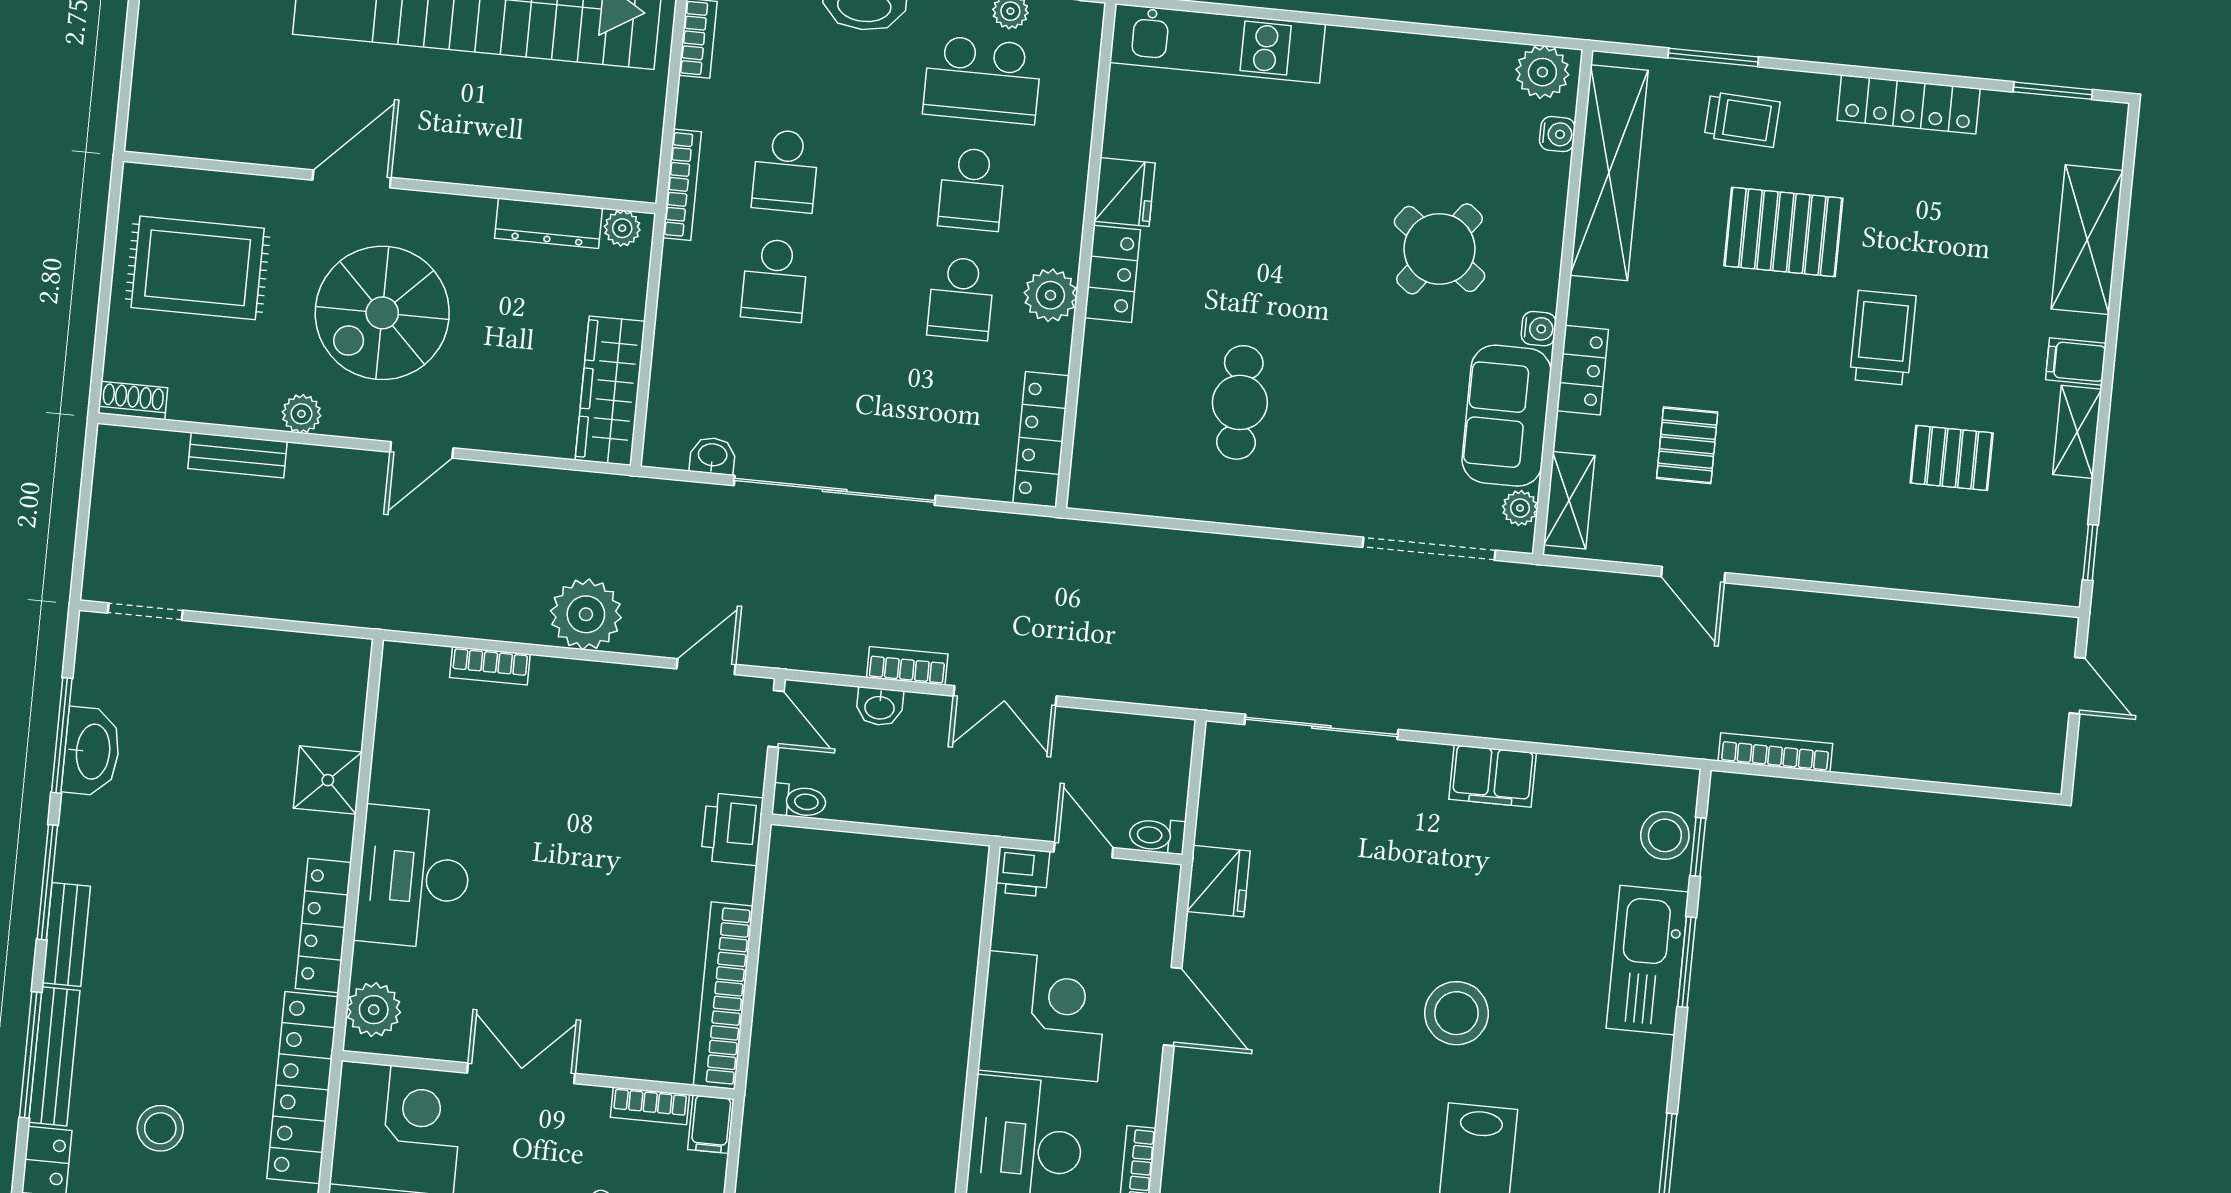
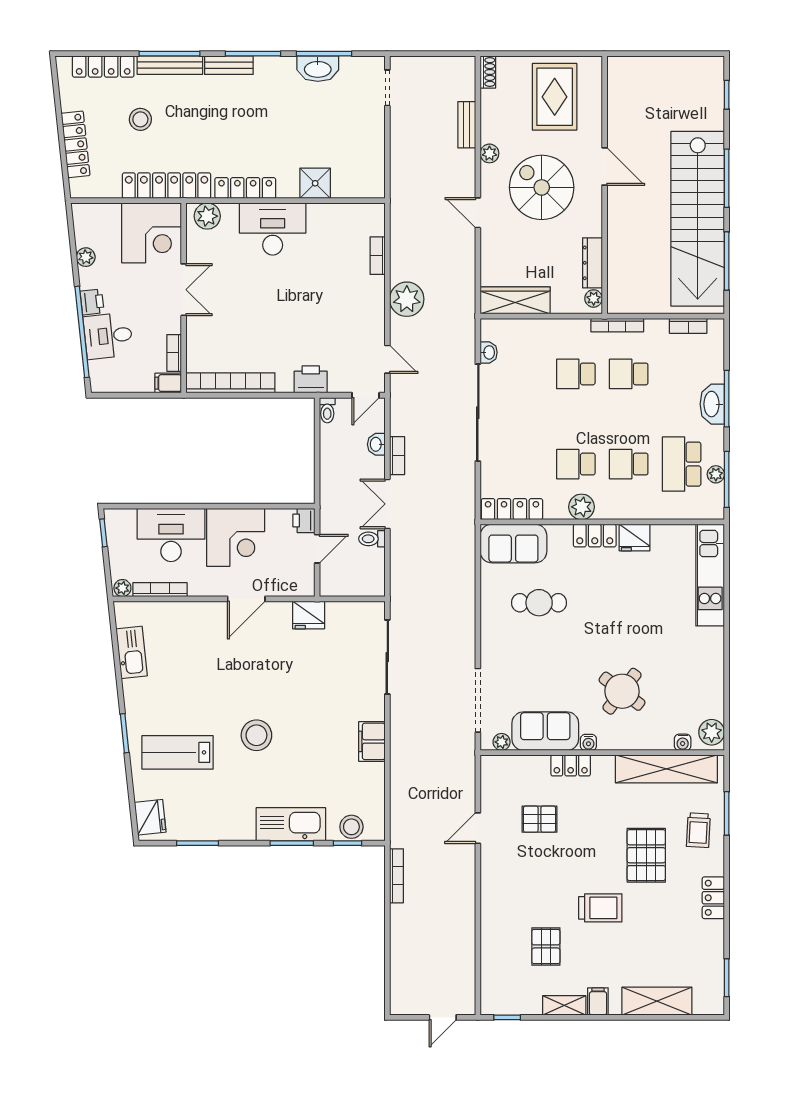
locker: (1909, 104) -> (713, 898), width x0.66
sofa: (1112, 443) -> (513, 544), added
shelving: (1569, 500) -> (508, 765), removed
toilet: (1157, 836) -> (372, 539), moved, turned -90

